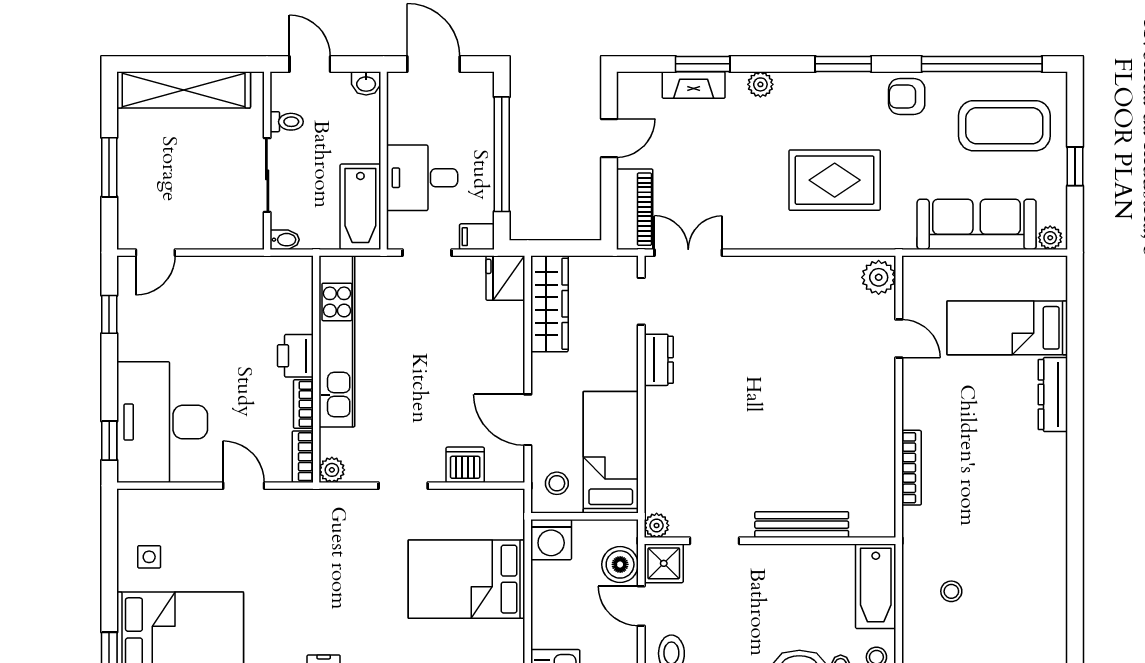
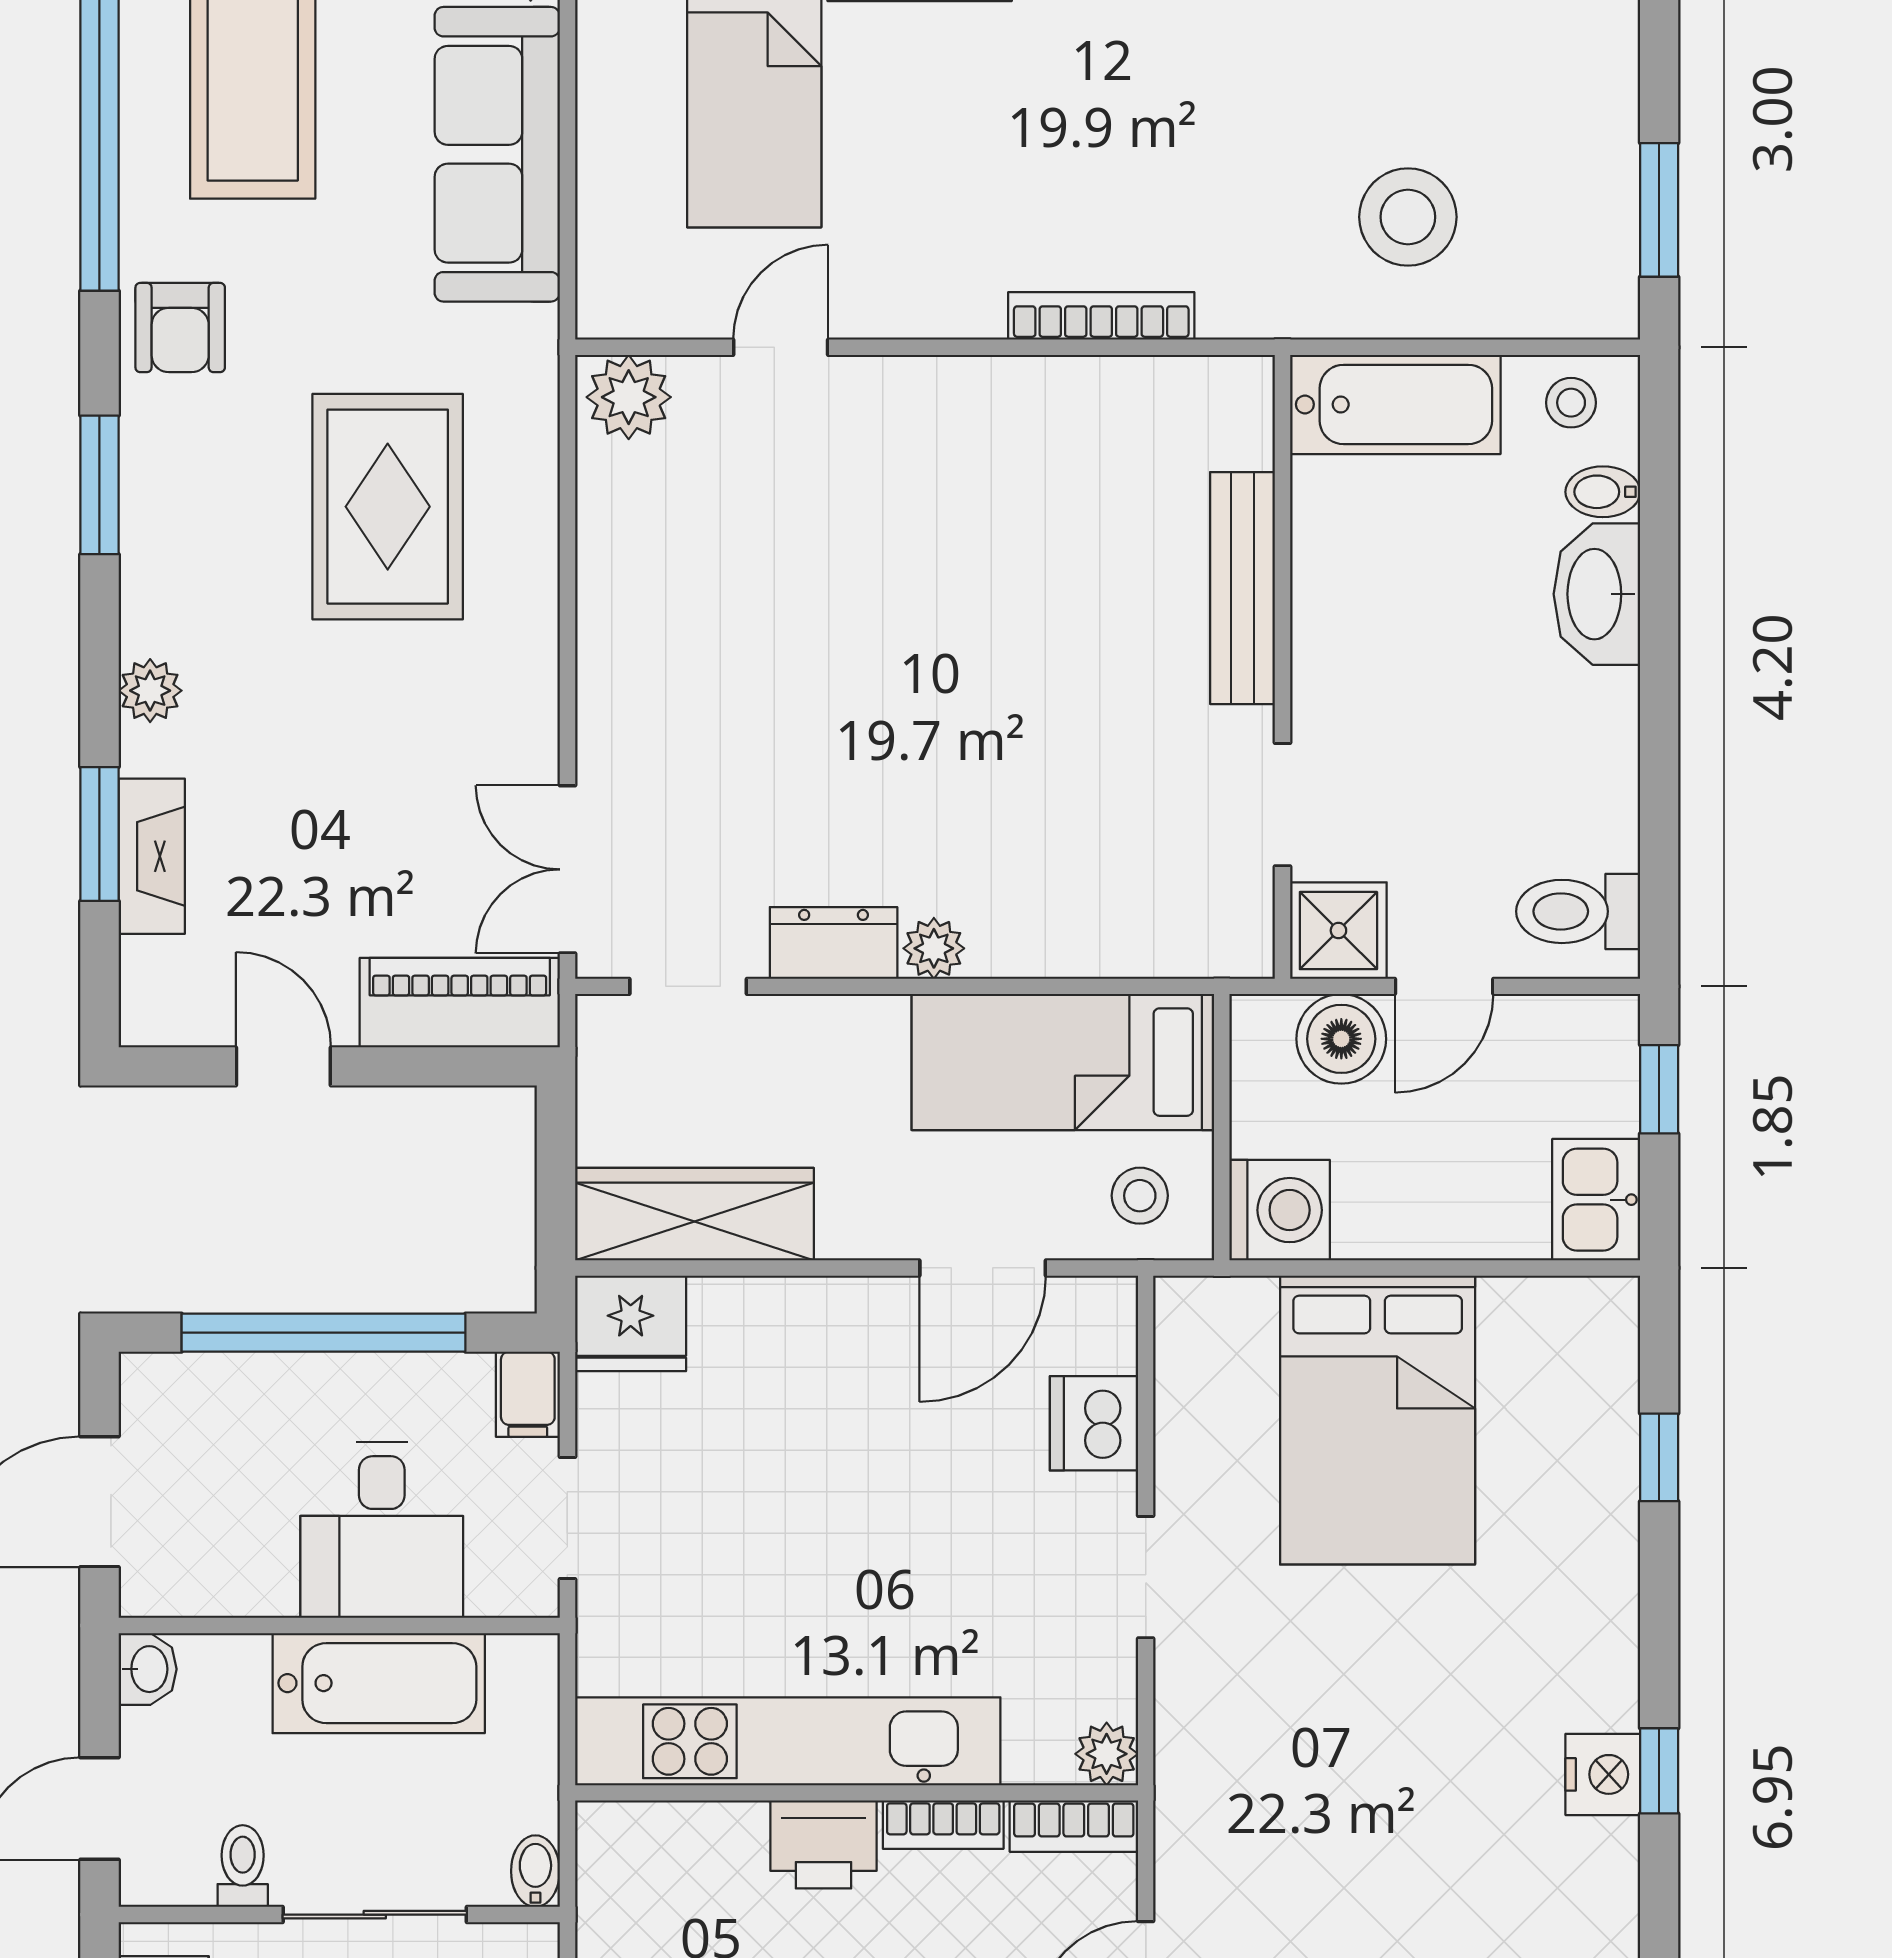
bathtub: (360, 207) -> (379, 1683), moved
plant: (657, 525) -> (934, 948), moved
stool: (951, 591) -> (1408, 217), width x1.89, depth x1.89

